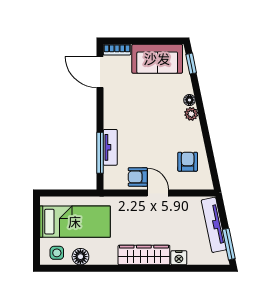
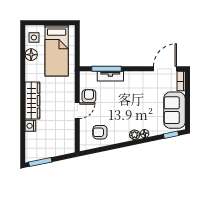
armchair: (188, 162) -> (100, 132), turned 180
tv unit: (214, 225) -> (54, 151), removed

